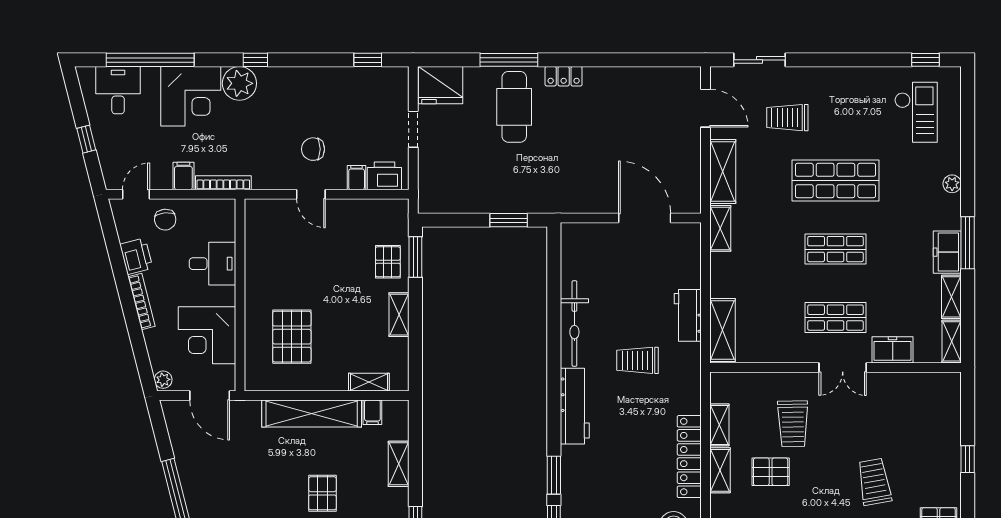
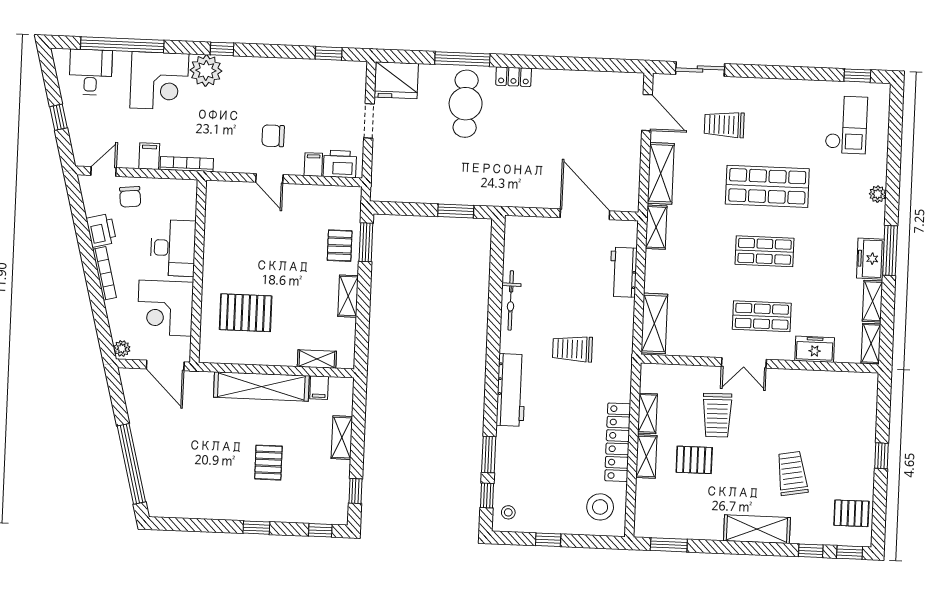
desk: (213, 264) -> (173, 248), width x1.37
workbench: (688, 315) -> (623, 272), moved
bicycle: (574, 323) -> (511, 300), width x0.73, depth x0.71
pallet: (292, 337) -> (246, 313), turned 90
double door: (843, 367) -> (744, 363), moved

